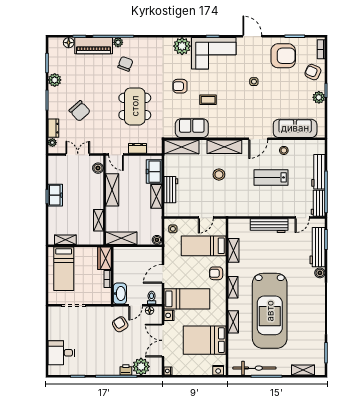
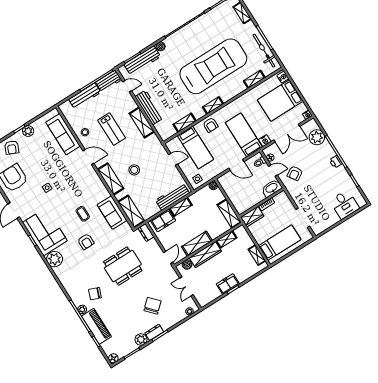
floor lamp: (69, 43) -> (113, 358), moved
dresser: (53, 128) -> (154, 332), moved
dresser: (137, 148) -> (146, 232), moved
workbench: (171, 190) -> (172, 197), width x1.38
wardrobe: (97, 191) -> (205, 255), added
shelving: (259, 210) -> (142, 123), added
shelving: (233, 322) -> (254, 79), moved
bed: (205, 340) -> (280, 100), moved, turned 90
printer: (126, 370) -> (336, 162), moved

